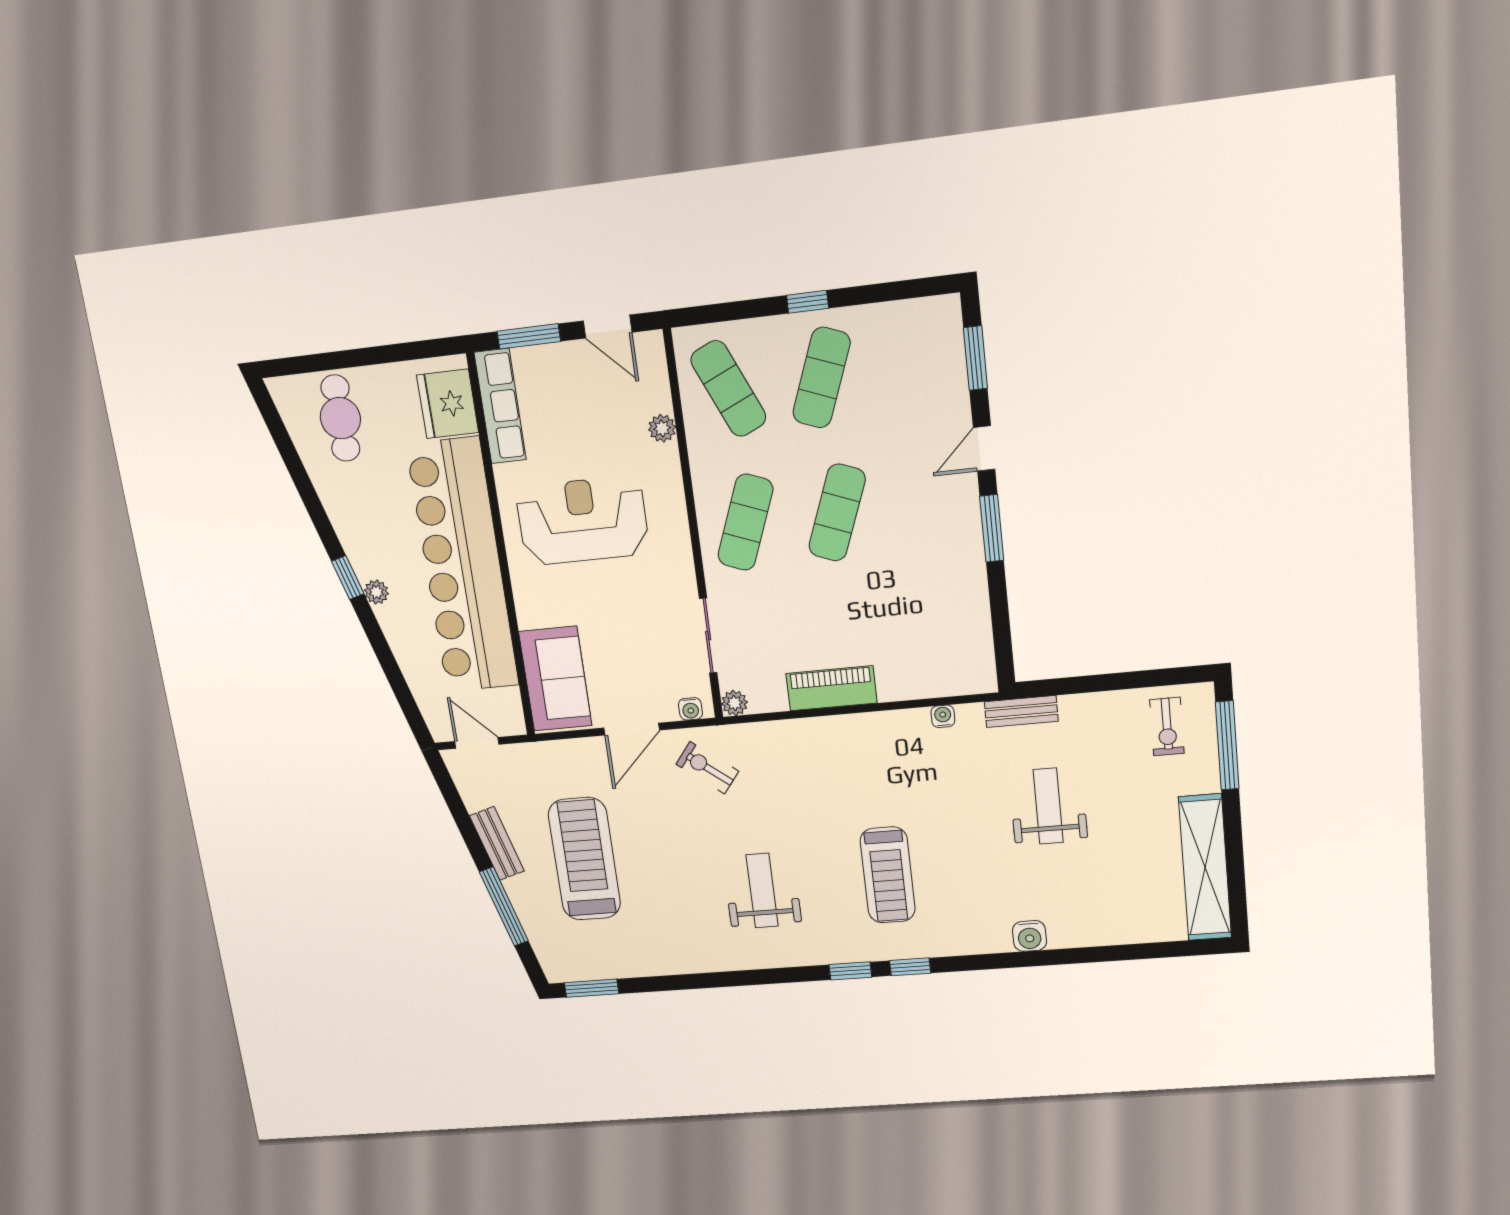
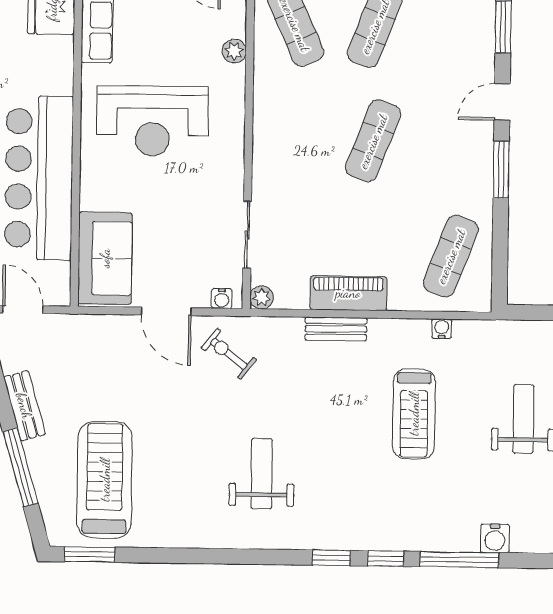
reception desk: (582, 521) -> (153, 121), turned 180
exercise mat: (745, 522) -> (451, 256), moved
bar counter: (463, 566) -> (39, 178), width x0.73
bench: (1021, 711) -> (336, 329), moved
door: (632, 729) -> (166, 311), hinge flipped
treadmill: (584, 859) -> (105, 480), moved
treadmill: (888, 875) -> (414, 414), moved
window: (992, 961) -> (459, 560), added

